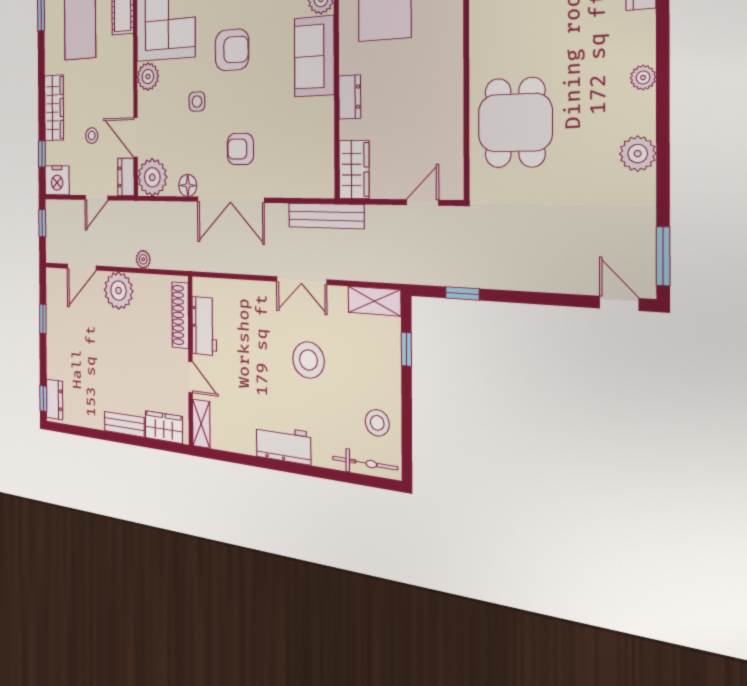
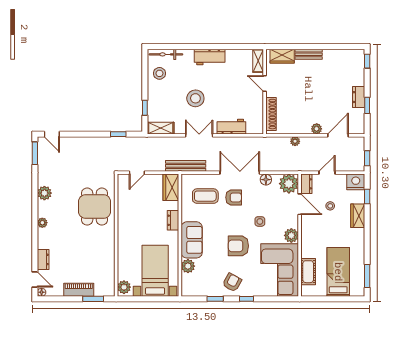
wardrobe: (54, 108) -> (358, 216), width x0.67
coffee table: (290, 151) -> (205, 196), added
plant: (119, 291) -> (317, 129), width x0.53, depth x0.53
workbench: (204, 326) -> (231, 127), moved, turned 90
dresser: (54, 399) -> (359, 97), moved

